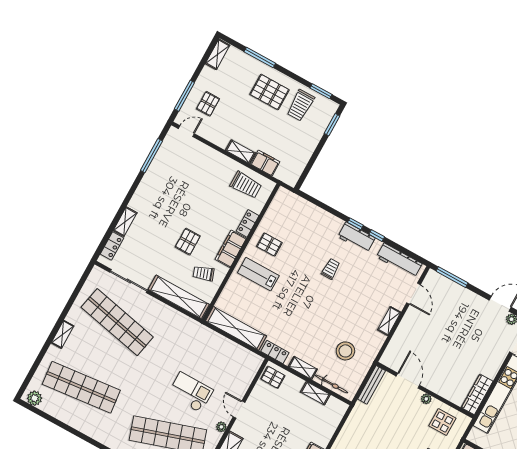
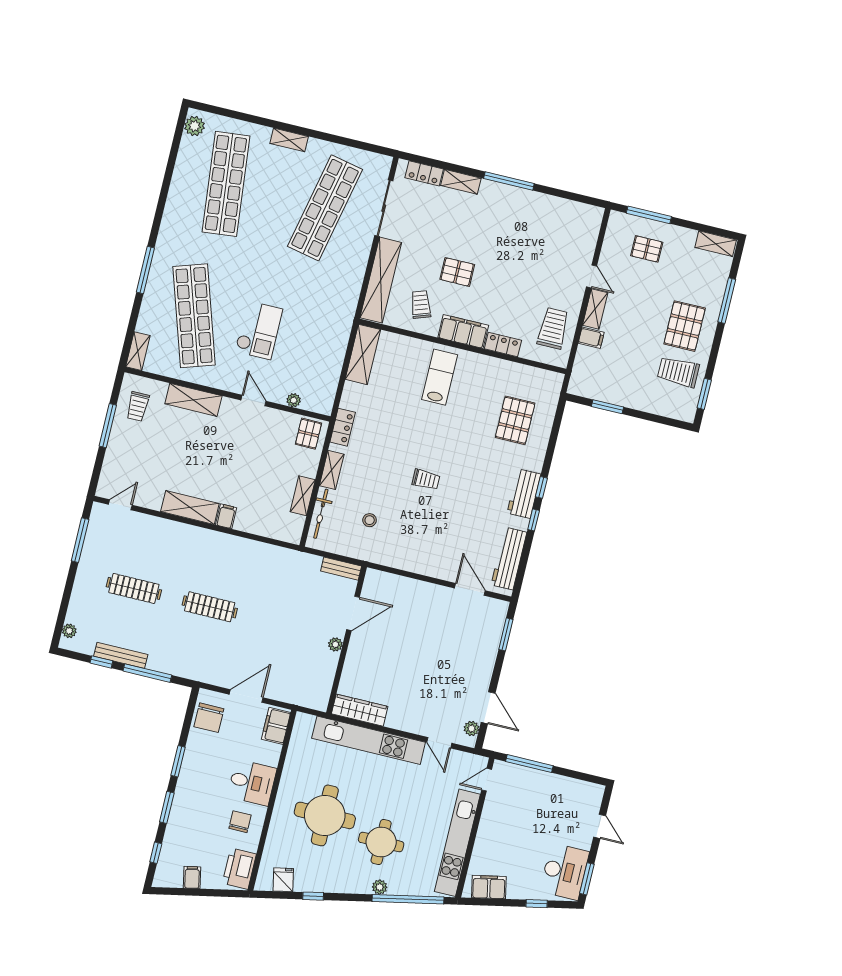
window: (332, 125) -> (608, 407), moved
door: (186, 131) -> (592, 276), moved
window: (151, 156) -> (509, 181), moved
filing cabinet: (265, 163) -> (591, 338), width x0.50
trolley: (246, 185) -> (553, 328), turned 180
pallet: (269, 245) -> (515, 420), moved, width x1.50, depth x1.42
trolley: (331, 269) -> (426, 479), moved
window: (452, 277) -> (506, 634), width x0.69
door: (413, 294) -> (470, 589), swing flipped
shelving: (389, 321) -> (425, 567), removed
shelving: (236, 328) -> (363, 354), width x0.68
stool: (345, 351) -> (370, 520), width x0.53, depth x0.53
bench: (372, 385) -> (341, 569), width x0.73
door: (239, 410) -> (253, 401), hinge flipped
display table: (442, 422) -> (311, 674), removed
plant: (221, 427) -> (294, 400), moved

